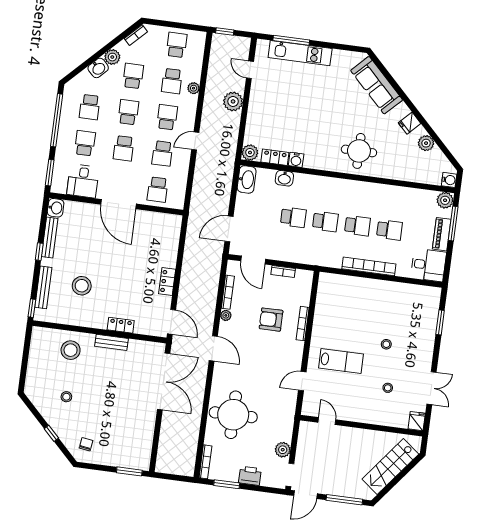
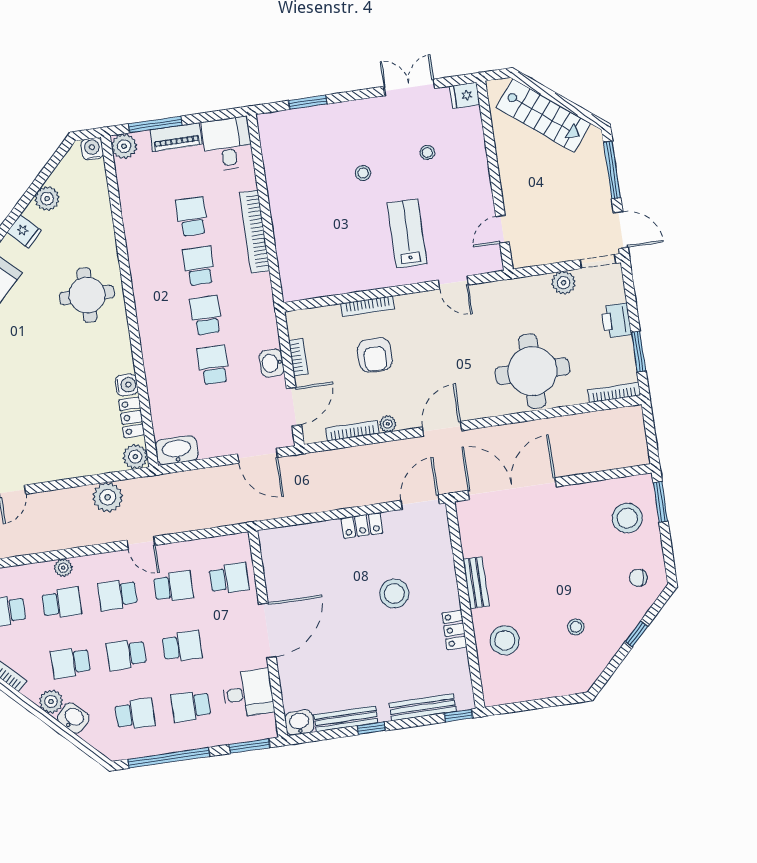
plant: (233, 101) -> (108, 497), moved
washbasin: (284, 178) -> (272, 363), moved, turned 180
stool: (82, 286) -> (394, 593), moved
locker: (121, 325) -> (454, 630), moved
stool: (125, 448) -> (627, 518), added

